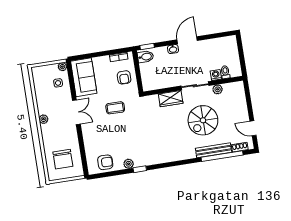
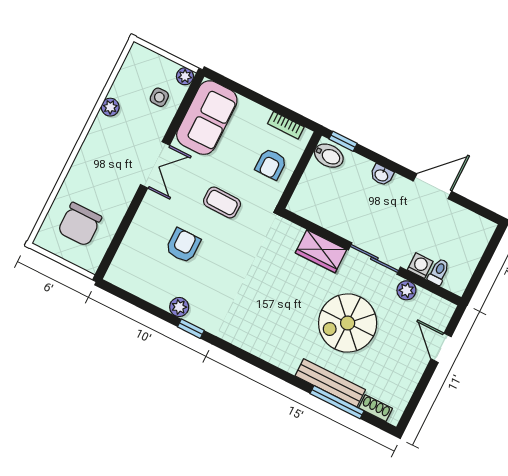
door: (187, 40) -> (432, 186), moved
plant: (43, 119) -> (110, 107), moved
door: (253, 128) -> (441, 348), moved
window: (222, 156) -> (337, 402), width x0.68
armchair: (105, 162) -> (183, 246), moved, turned -90

